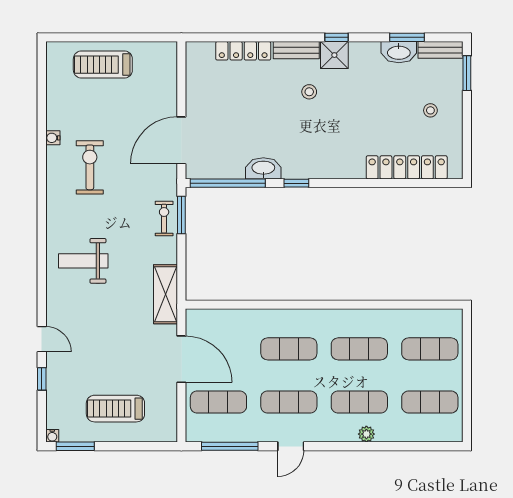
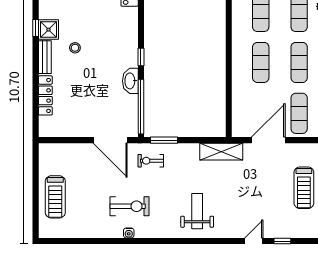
water cooler: (53, 138) -> (129, 233), moved
exercise bike: (90, 167) -> (130, 206), turned 180
exercise bike: (164, 219) -> (151, 161), moved
weight bench: (83, 261) -> (197, 211), turned 180

